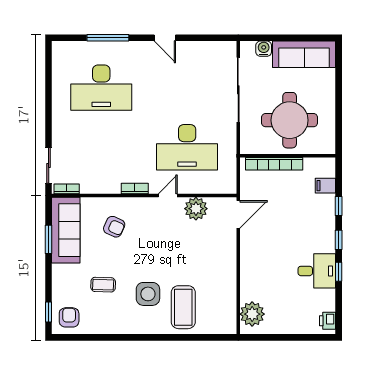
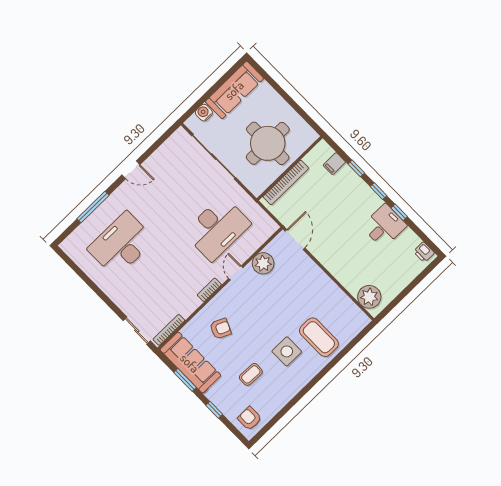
desk: (101, 88) -> (121, 244), turned 180
bookcase: (67, 189) -> (169, 330), width x1.56
window: (49, 312) -> (214, 410), moved

